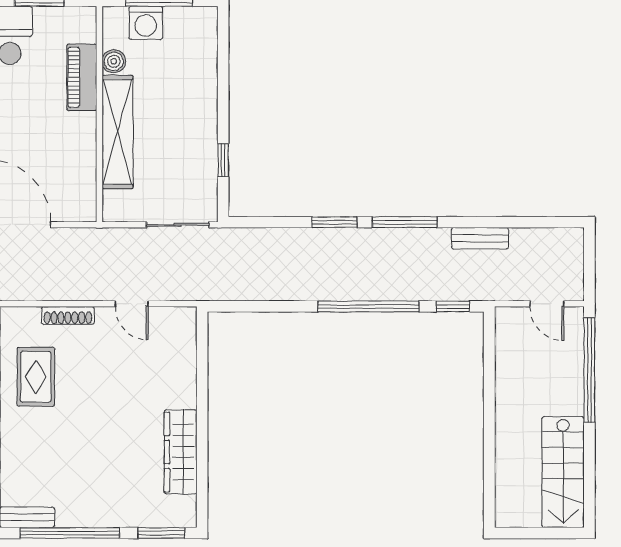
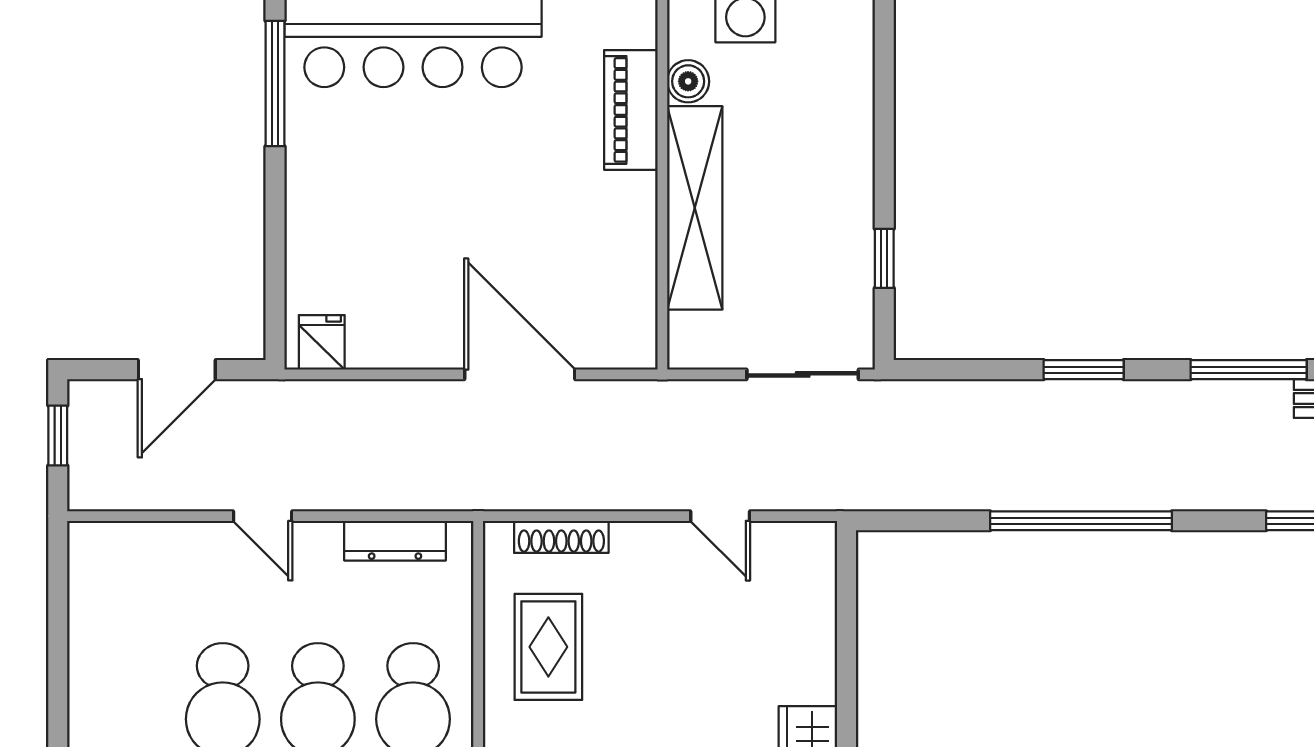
window: (405, 222) -> (1249, 370), moved
window: (369, 306) -> (1081, 521), moved
shoe rack: (68, 315) -> (561, 537), moved

